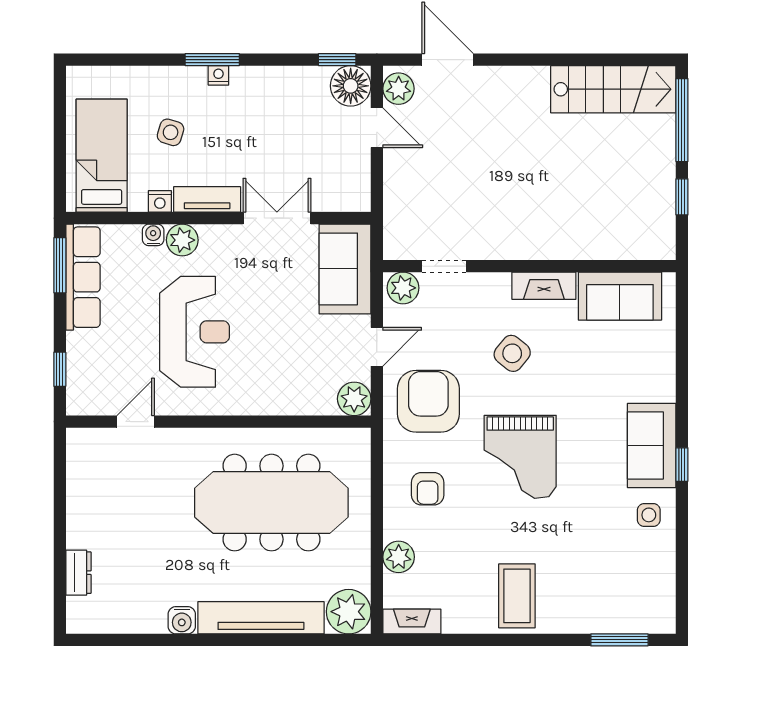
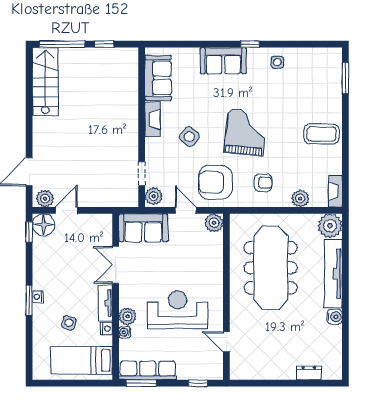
sofa: (652, 445) -> (223, 61), moved
grand piano: (520, 457) -> (246, 132), turned -84

